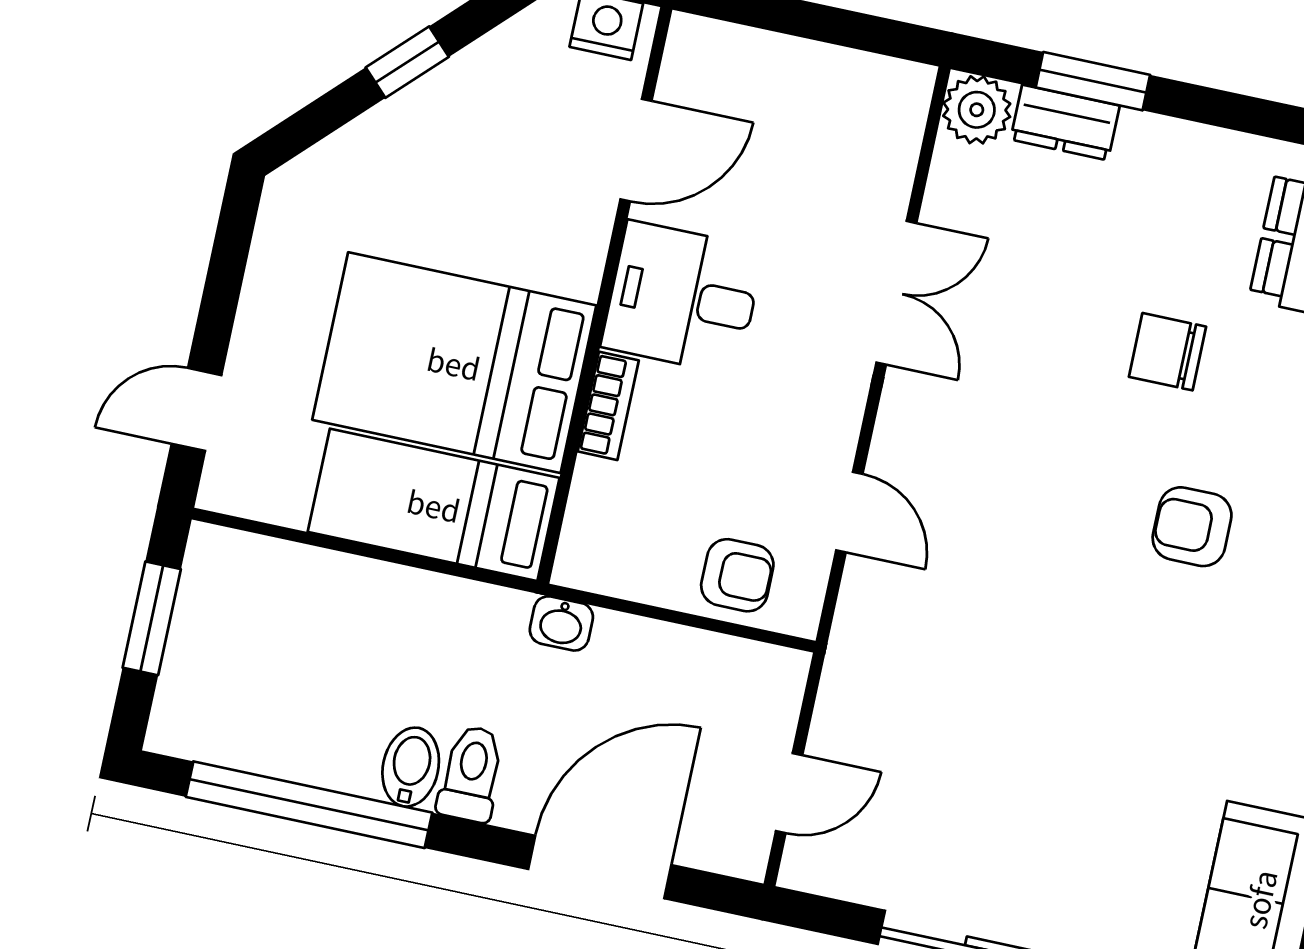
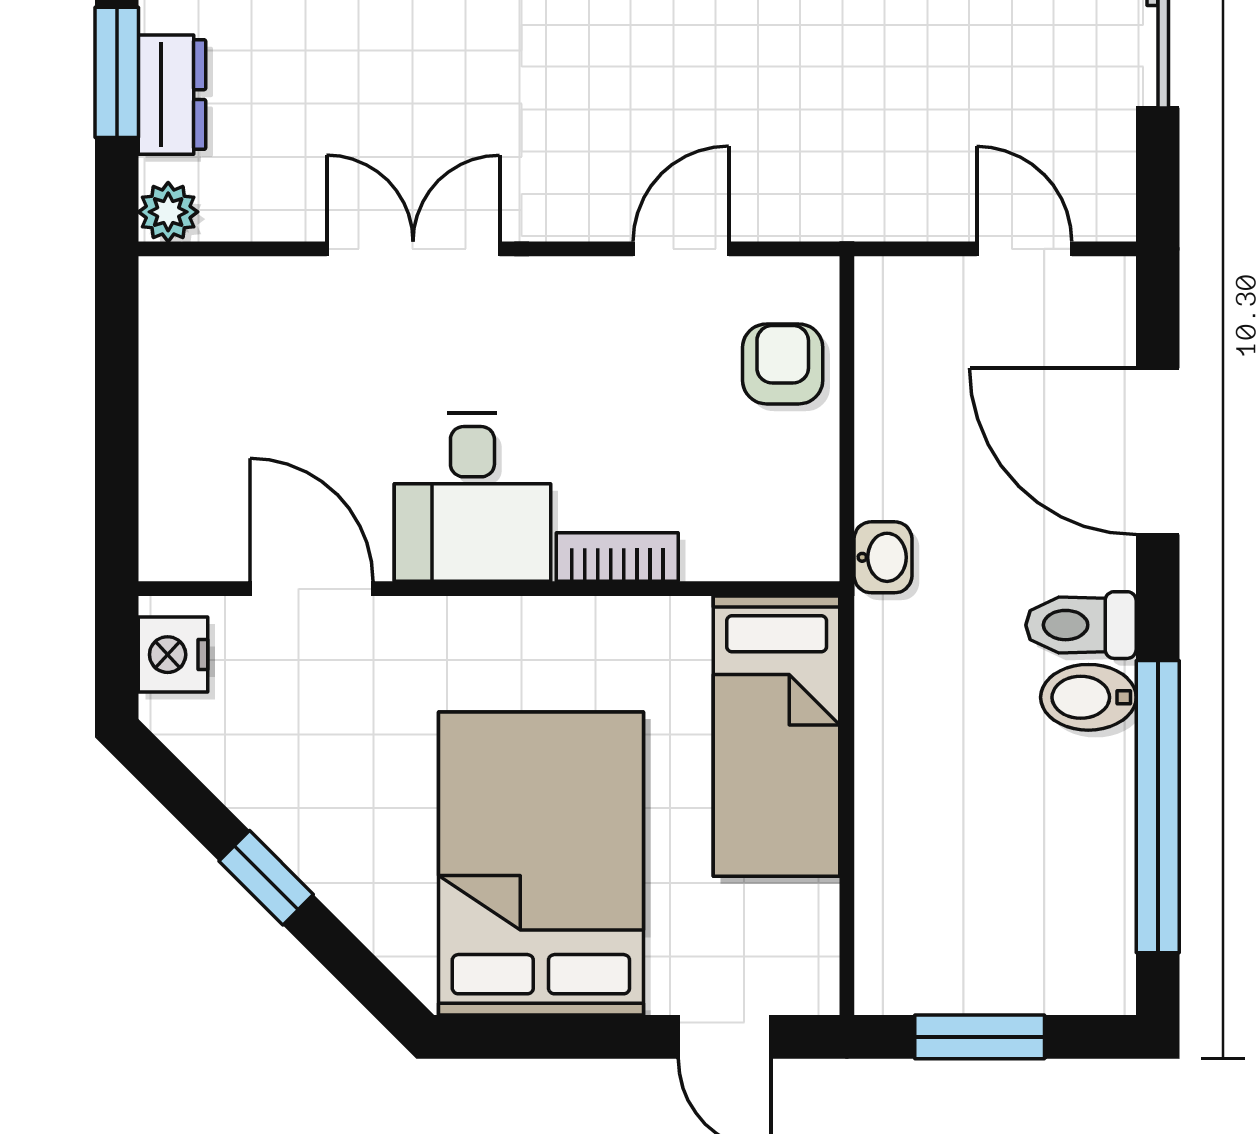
plant: (977, 110) -> (168, 212), width x0.73, depth x0.73
bed: (454, 363) -> (541, 863), moved, turned 180

